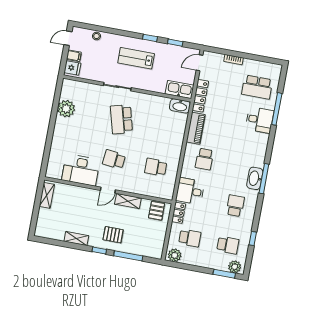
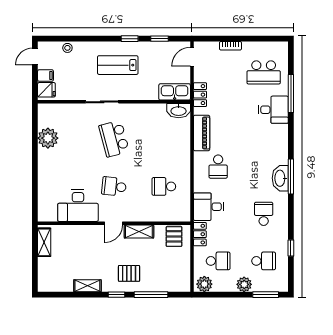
locker: (200, 96) -> (200, 95), width x0.66
plant: (235, 267) -> (244, 284), moved

